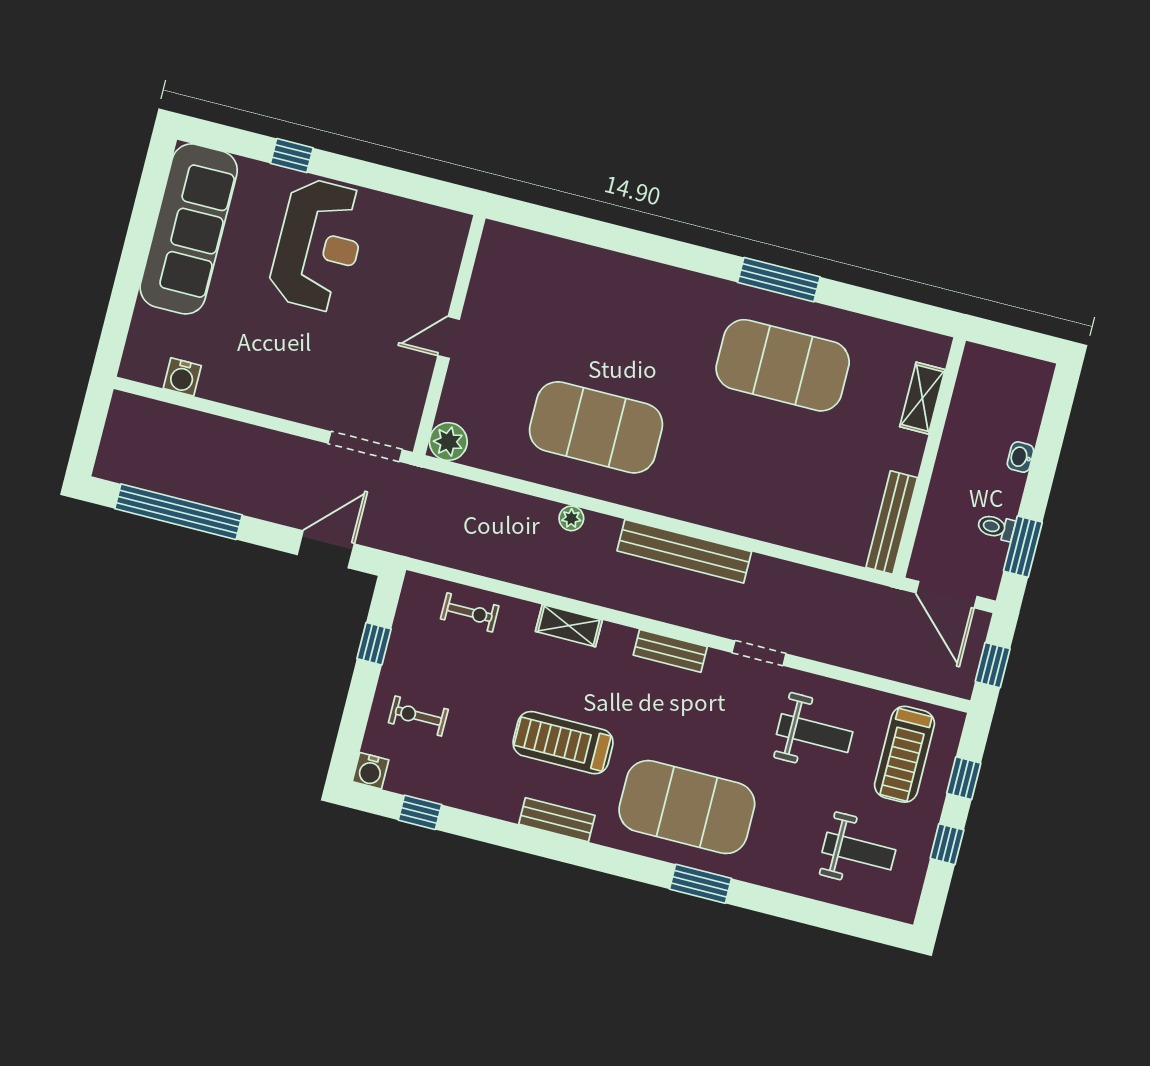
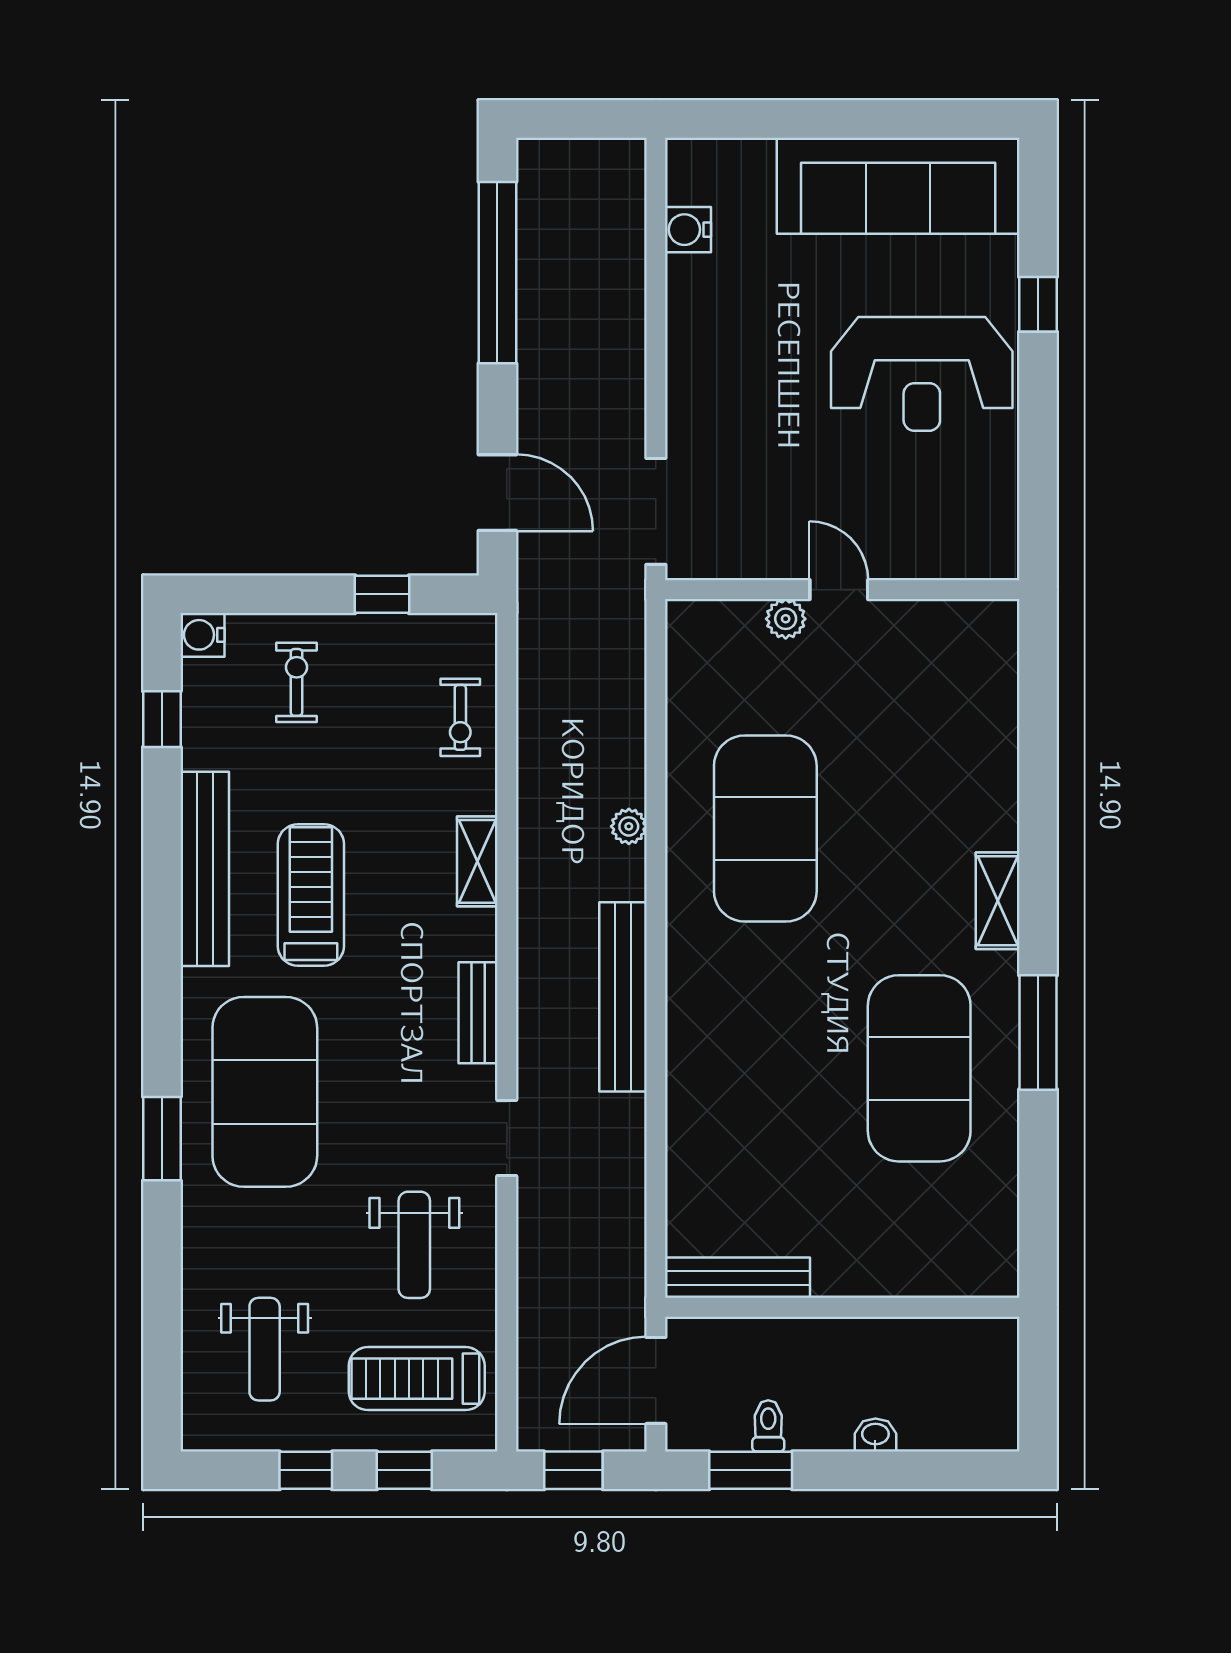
shelving: (922, 398) -> (998, 901), moved, turned 90
plant: (448, 442) -> (786, 619), moved, width x0.73, depth x0.73
bench: (557, 820) -> (205, 869), width x1.86, depth x1.21

